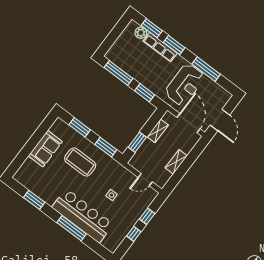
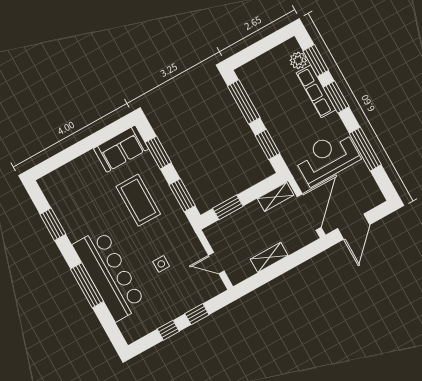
reception desk: (185, 85) -> (327, 157), turned 180
shelving: (158, 131) -> (276, 197), moved
sofa: (45, 149) -> (121, 149), moved

